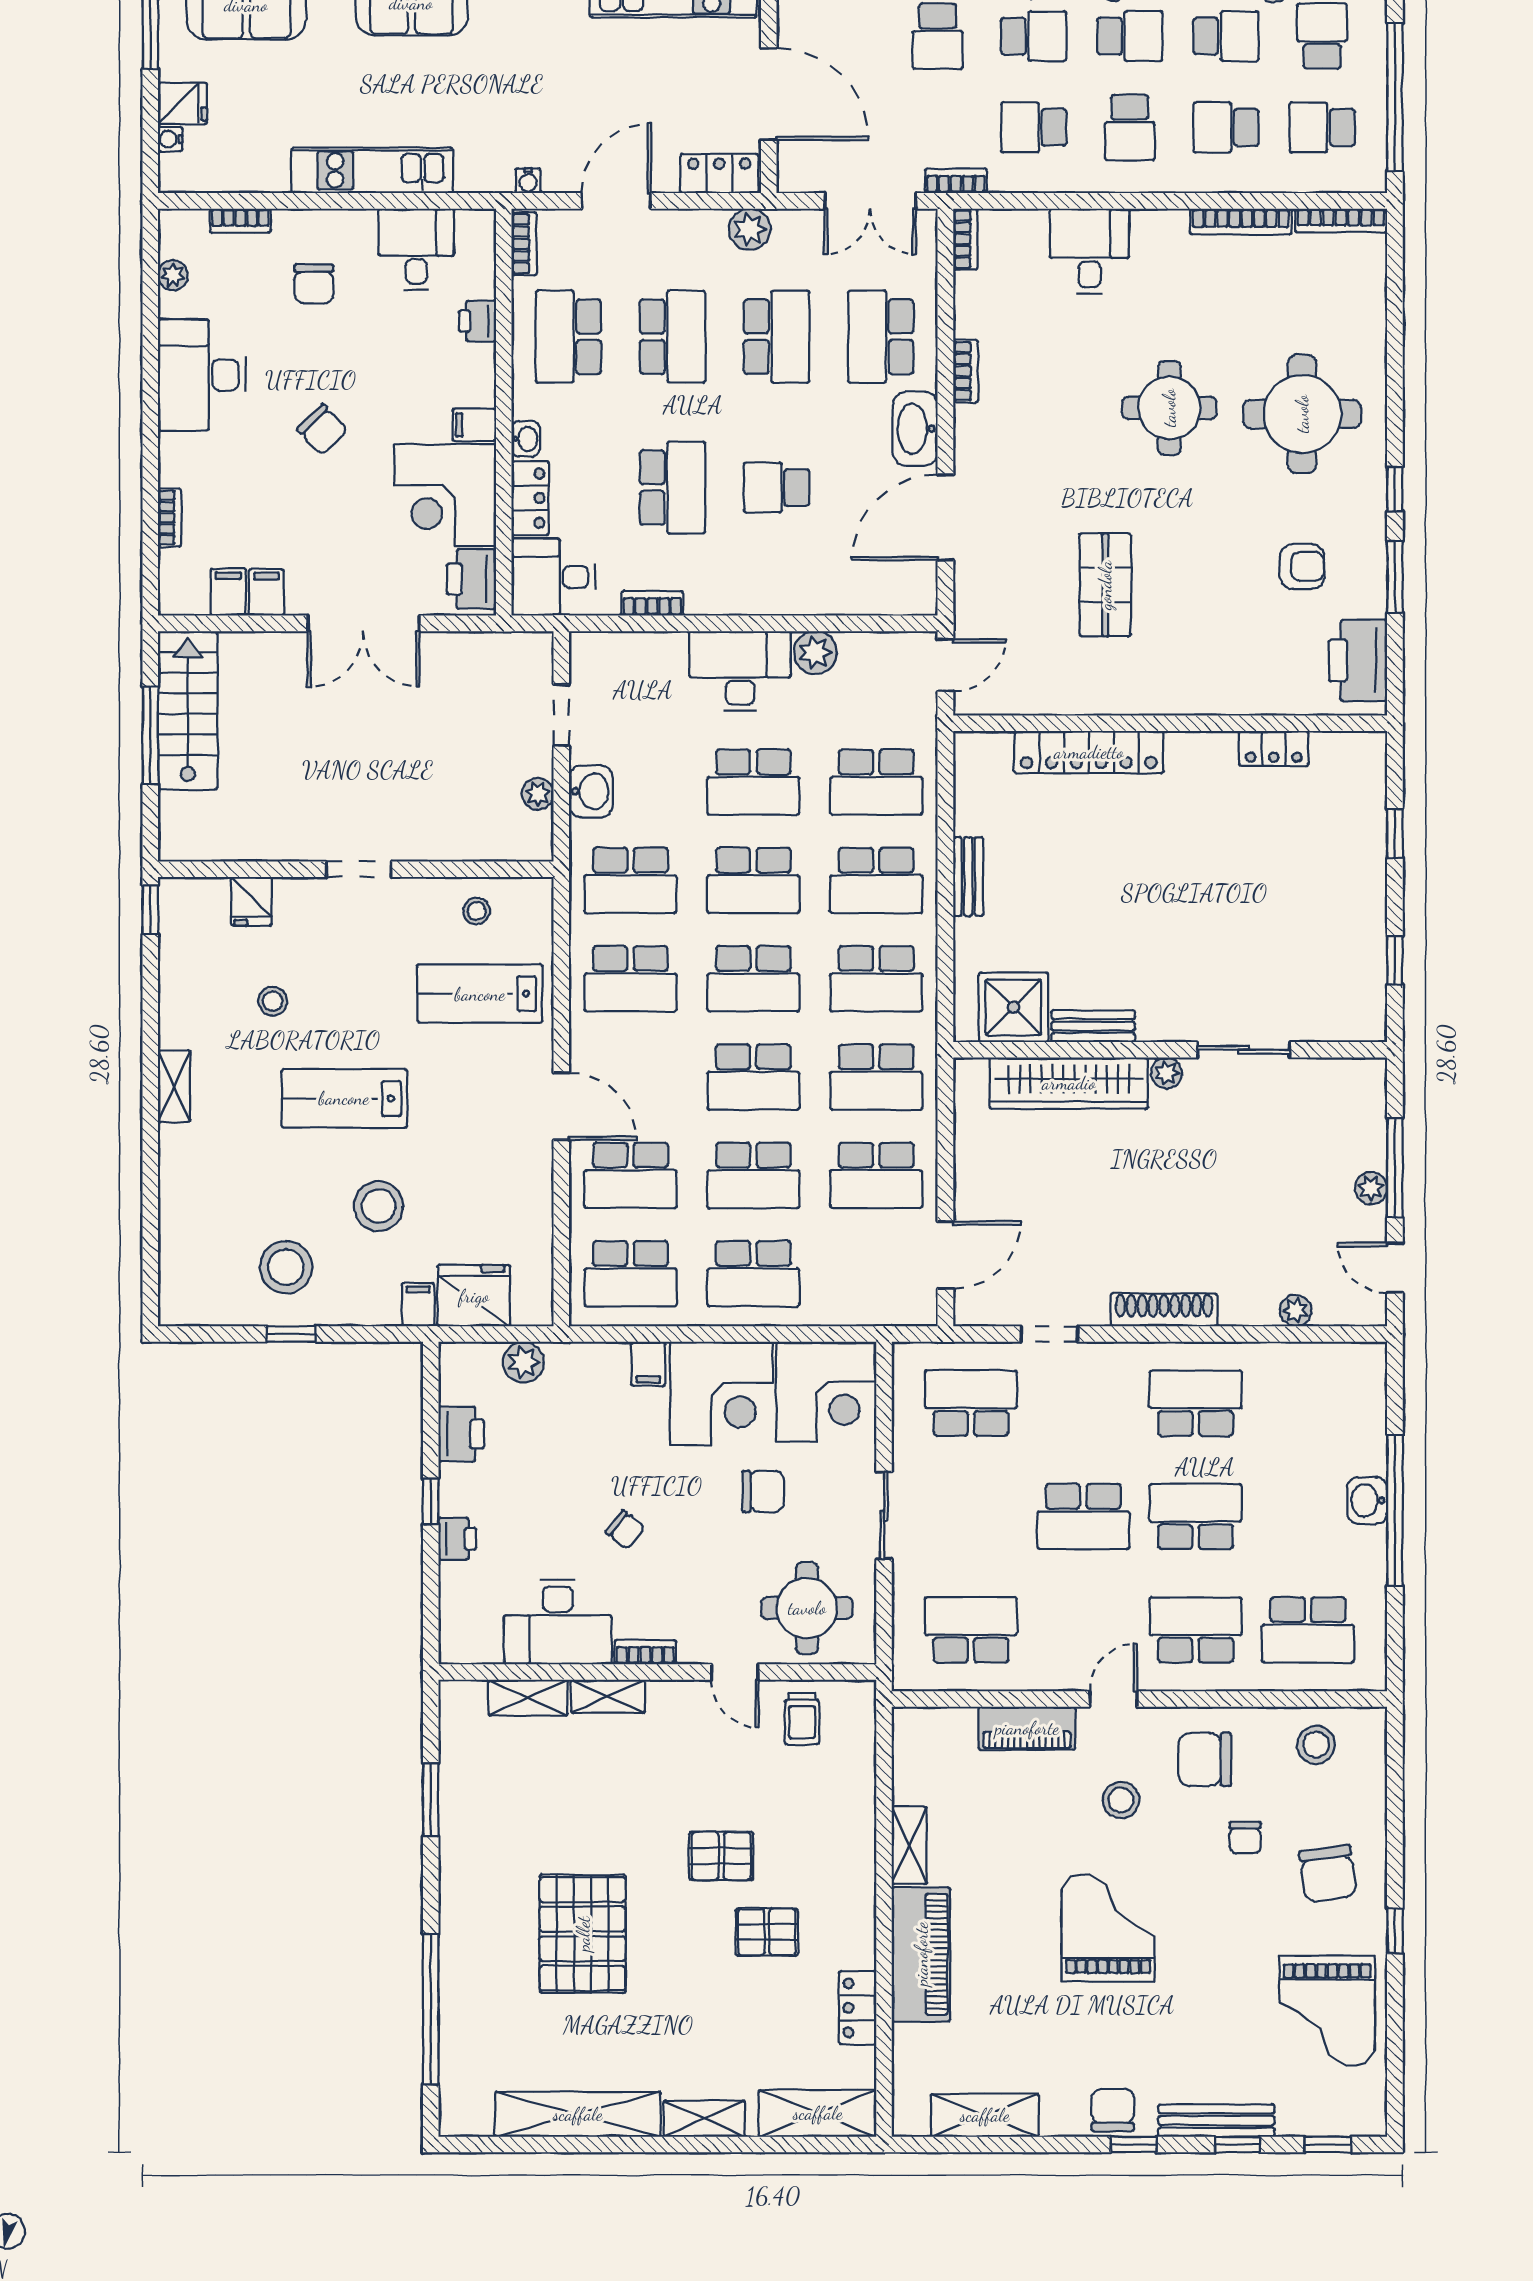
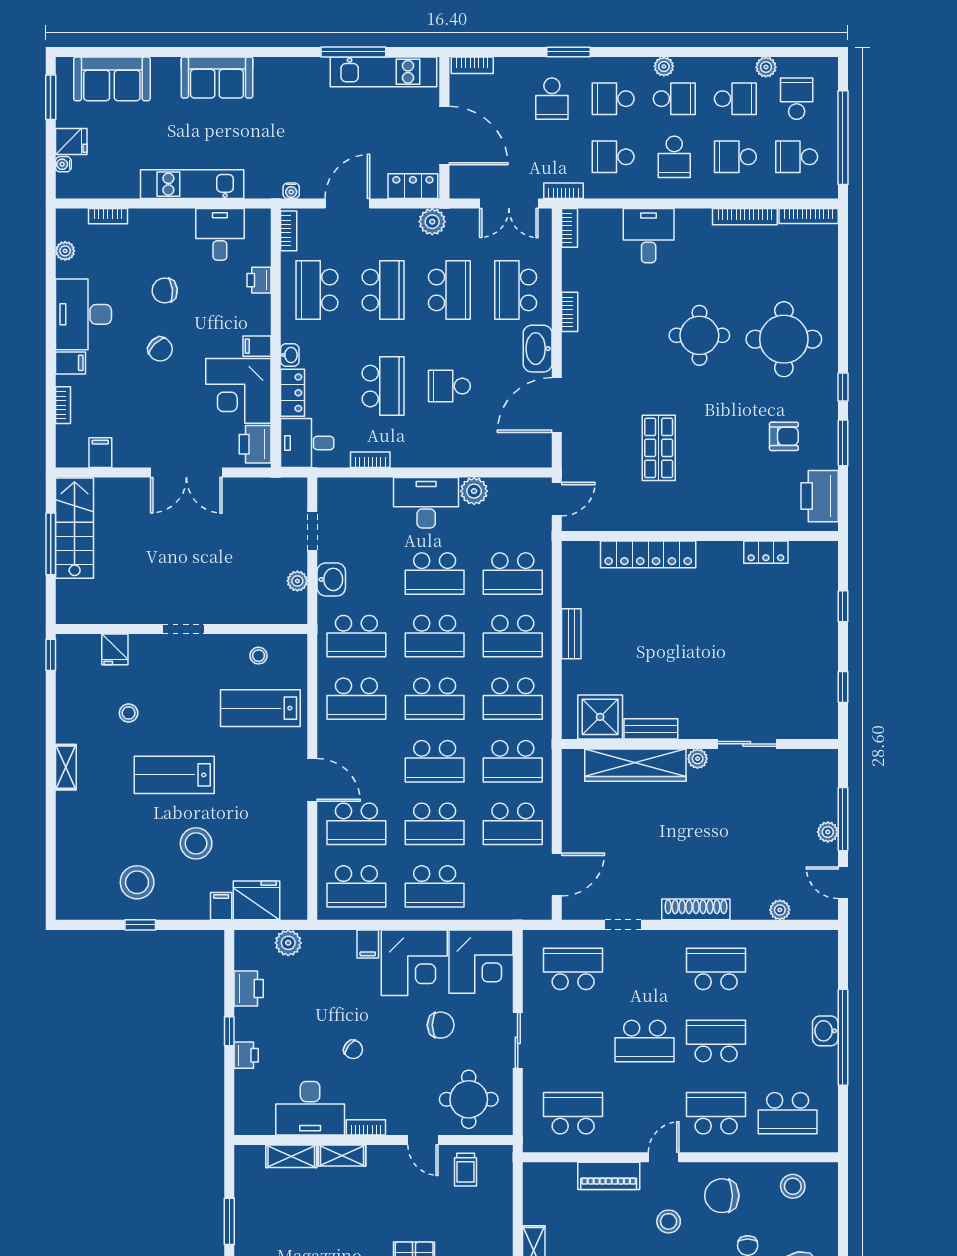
school desk: (1034, 36) -> (613, 99), turned 180
chair: (314, 284) -> (165, 290), moved, turned 84
filing cabinet: (266, 592) -> (70, 363), moved, turned 90

